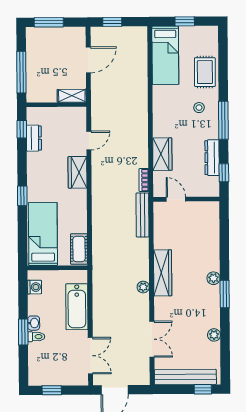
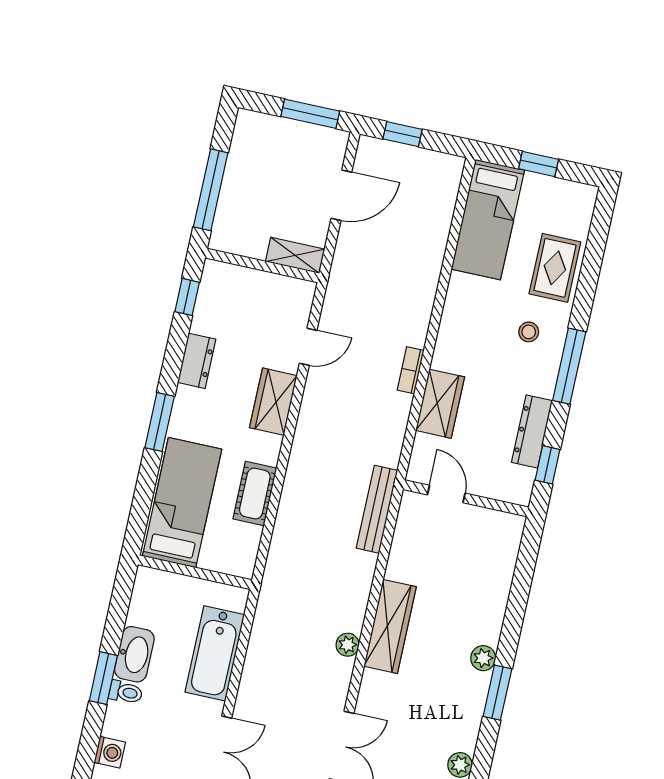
window: (49, 22) -> (310, 114), moved
dresser: (34, 138) -> (197, 361), moved
bookcase: (144, 180) -> (411, 370), moved
window: (22, 196) -> (160, 422), width x1.50
cot: (79, 249) -> (255, 494), moved
washing machine: (34, 287) -> (110, 752), moved
washbasin: (34, 323) -> (134, 654), width x1.91, depth x1.45

